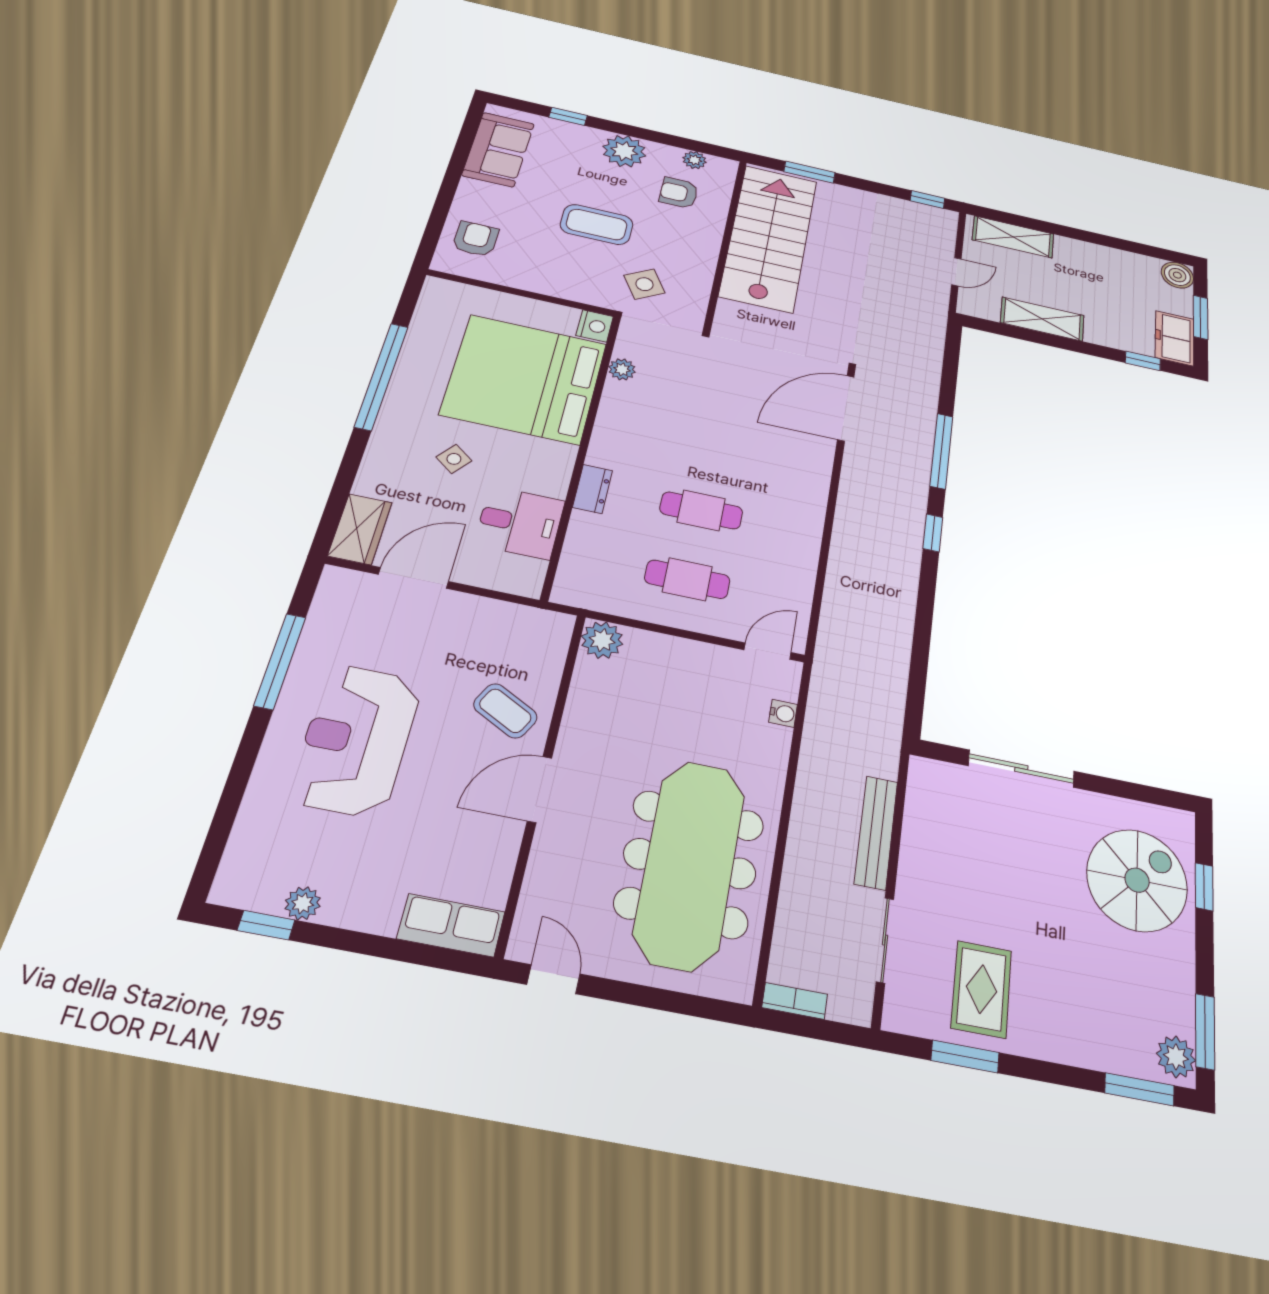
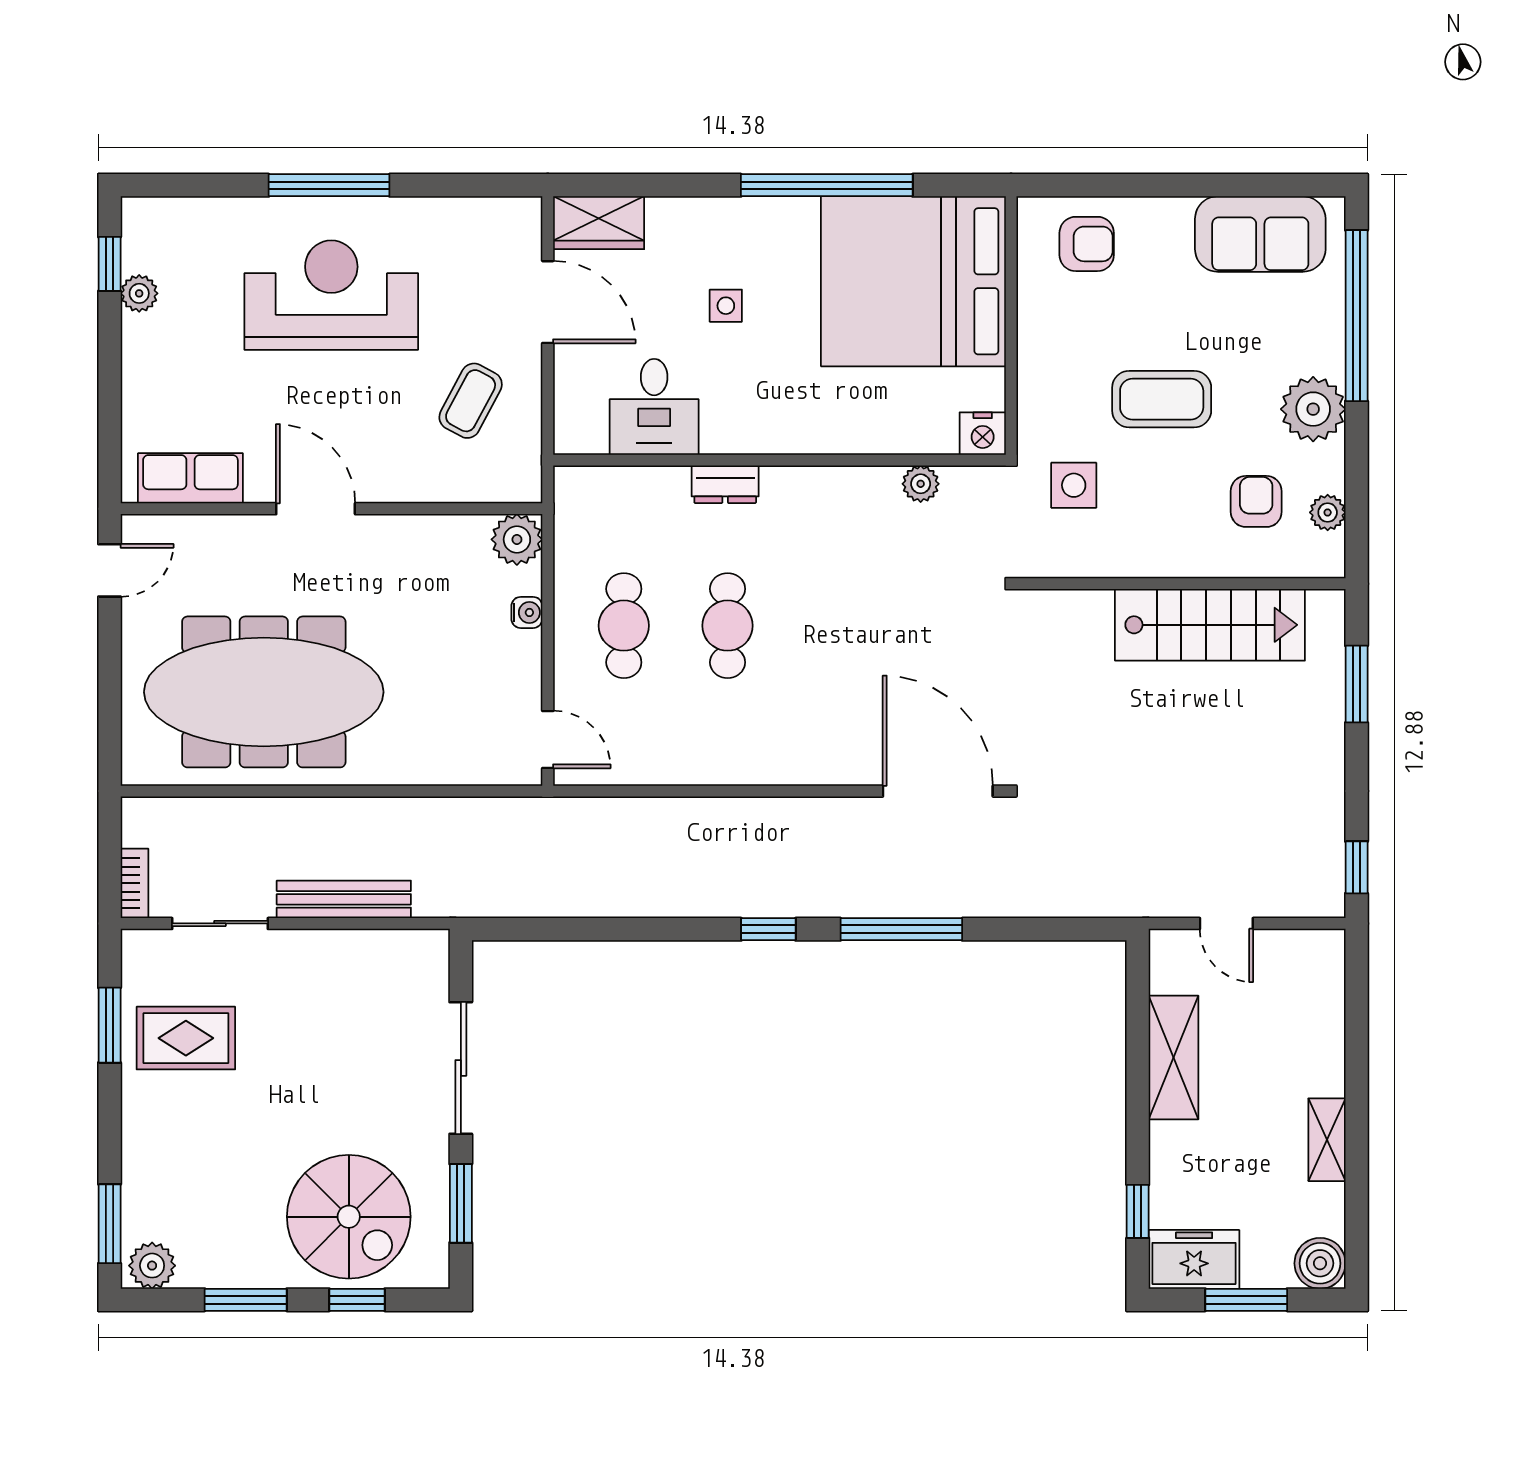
window: (568, 116) -> (1357, 316), width x3.17
coffee table: (597, 224) -> (1162, 399), turned 90
shelving: (1013, 237) -> (1327, 1140), moved, width x0.67, depth x0.75
stairs: (769, 238) -> (1210, 625), width x0.73, depth x0.66
side table: (644, 284) -> (1074, 485), turned 31
bed: (524, 379) -> (913, 281), moved, turned -90
side table: (454, 459) -> (726, 306), turned -38
window: (280, 661) -> (329, 185), moved
coffee table: (505, 711) -> (471, 401), moved
water cooler: (783, 713) -> (527, 612), moved, turned -90
window: (1128, 790) -> (461, 1203), added
row of seats: (451, 925) -> (190, 478), moved, turned -90
bookcase: (795, 1001) -> (134, 883), moved
window: (1205, 1032) -> (246, 1300), moved

